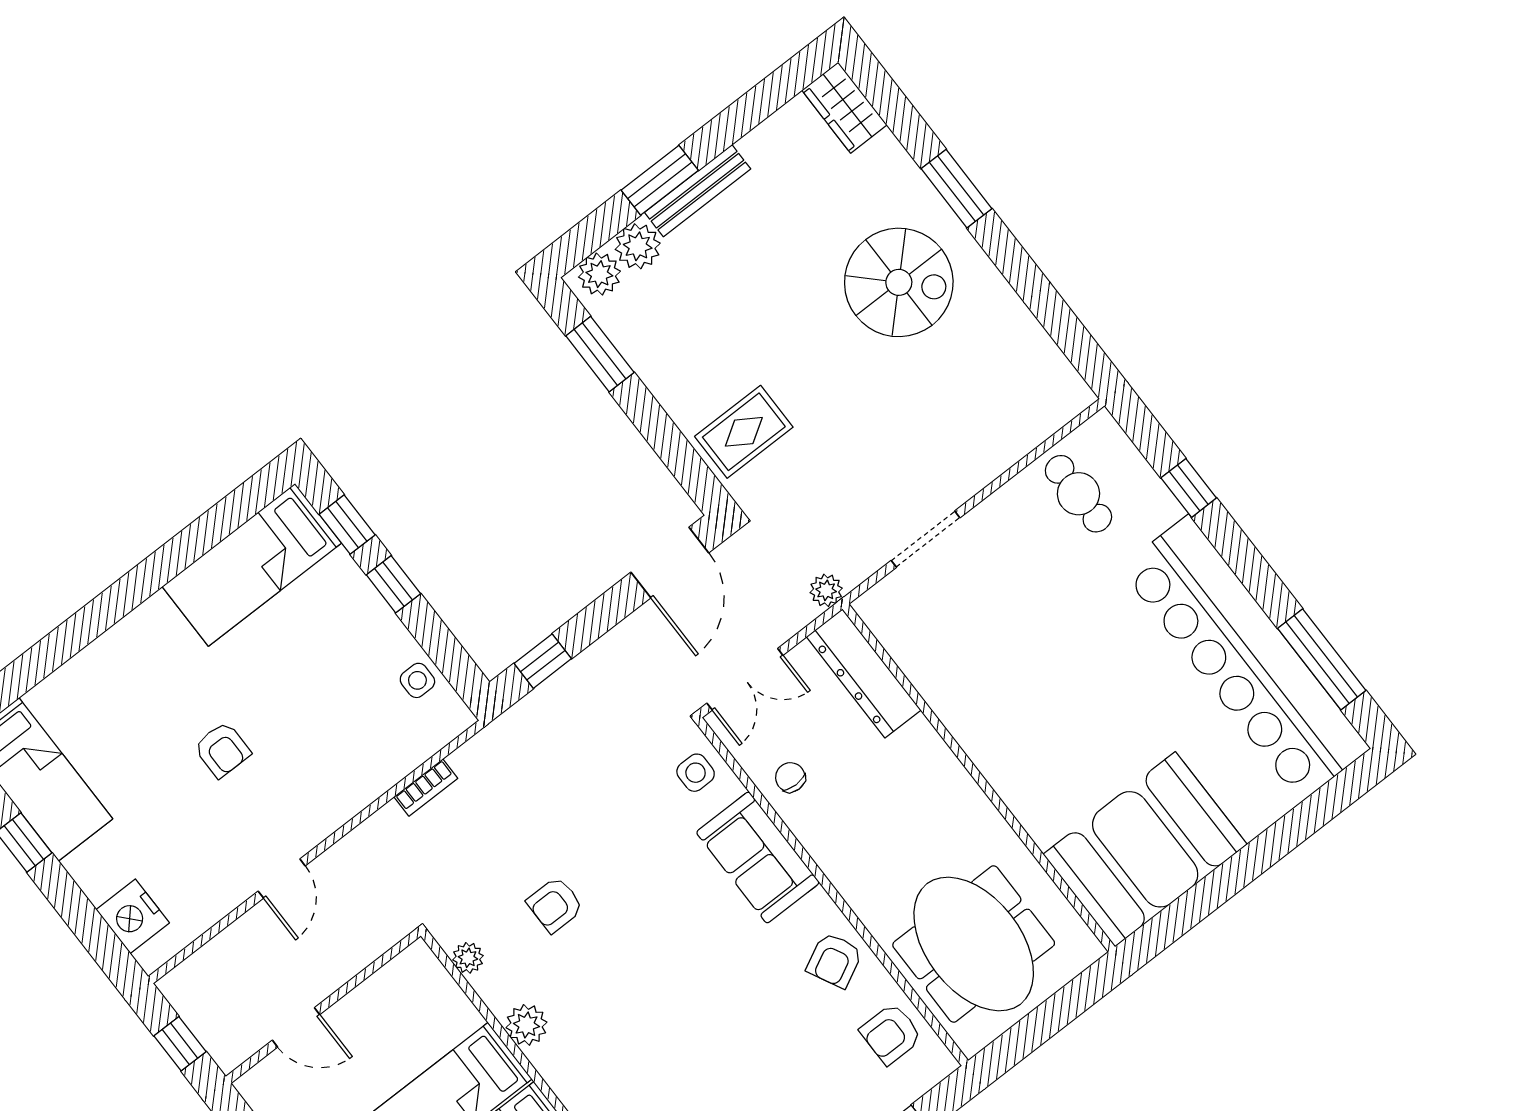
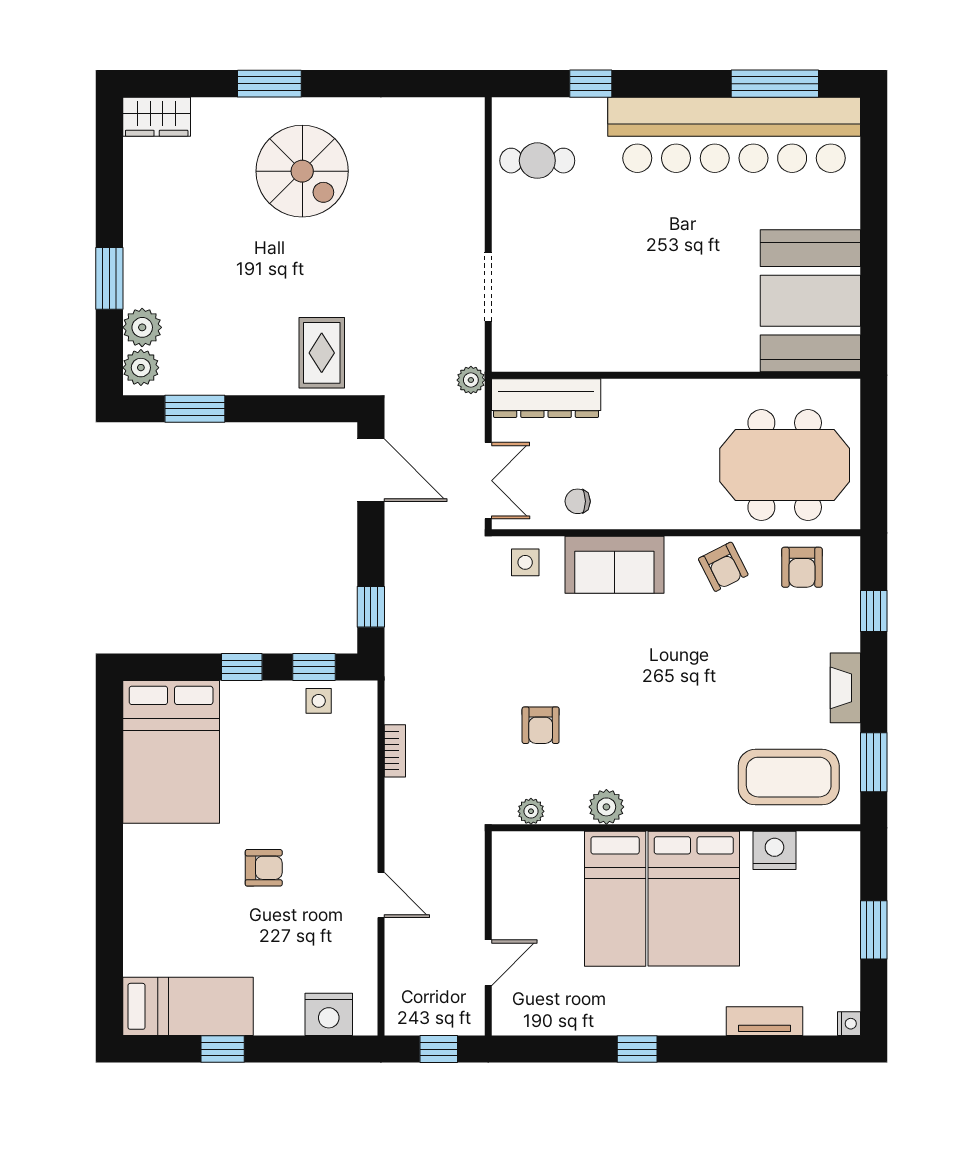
bench: (698, 191) -> (136, 258), removed
spiral stairs: (899, 282) -> (302, 171), turned 90
window: (347, 525) -> (314, 667), moved
bed: (252, 565) -> (171, 752), width x1.50

